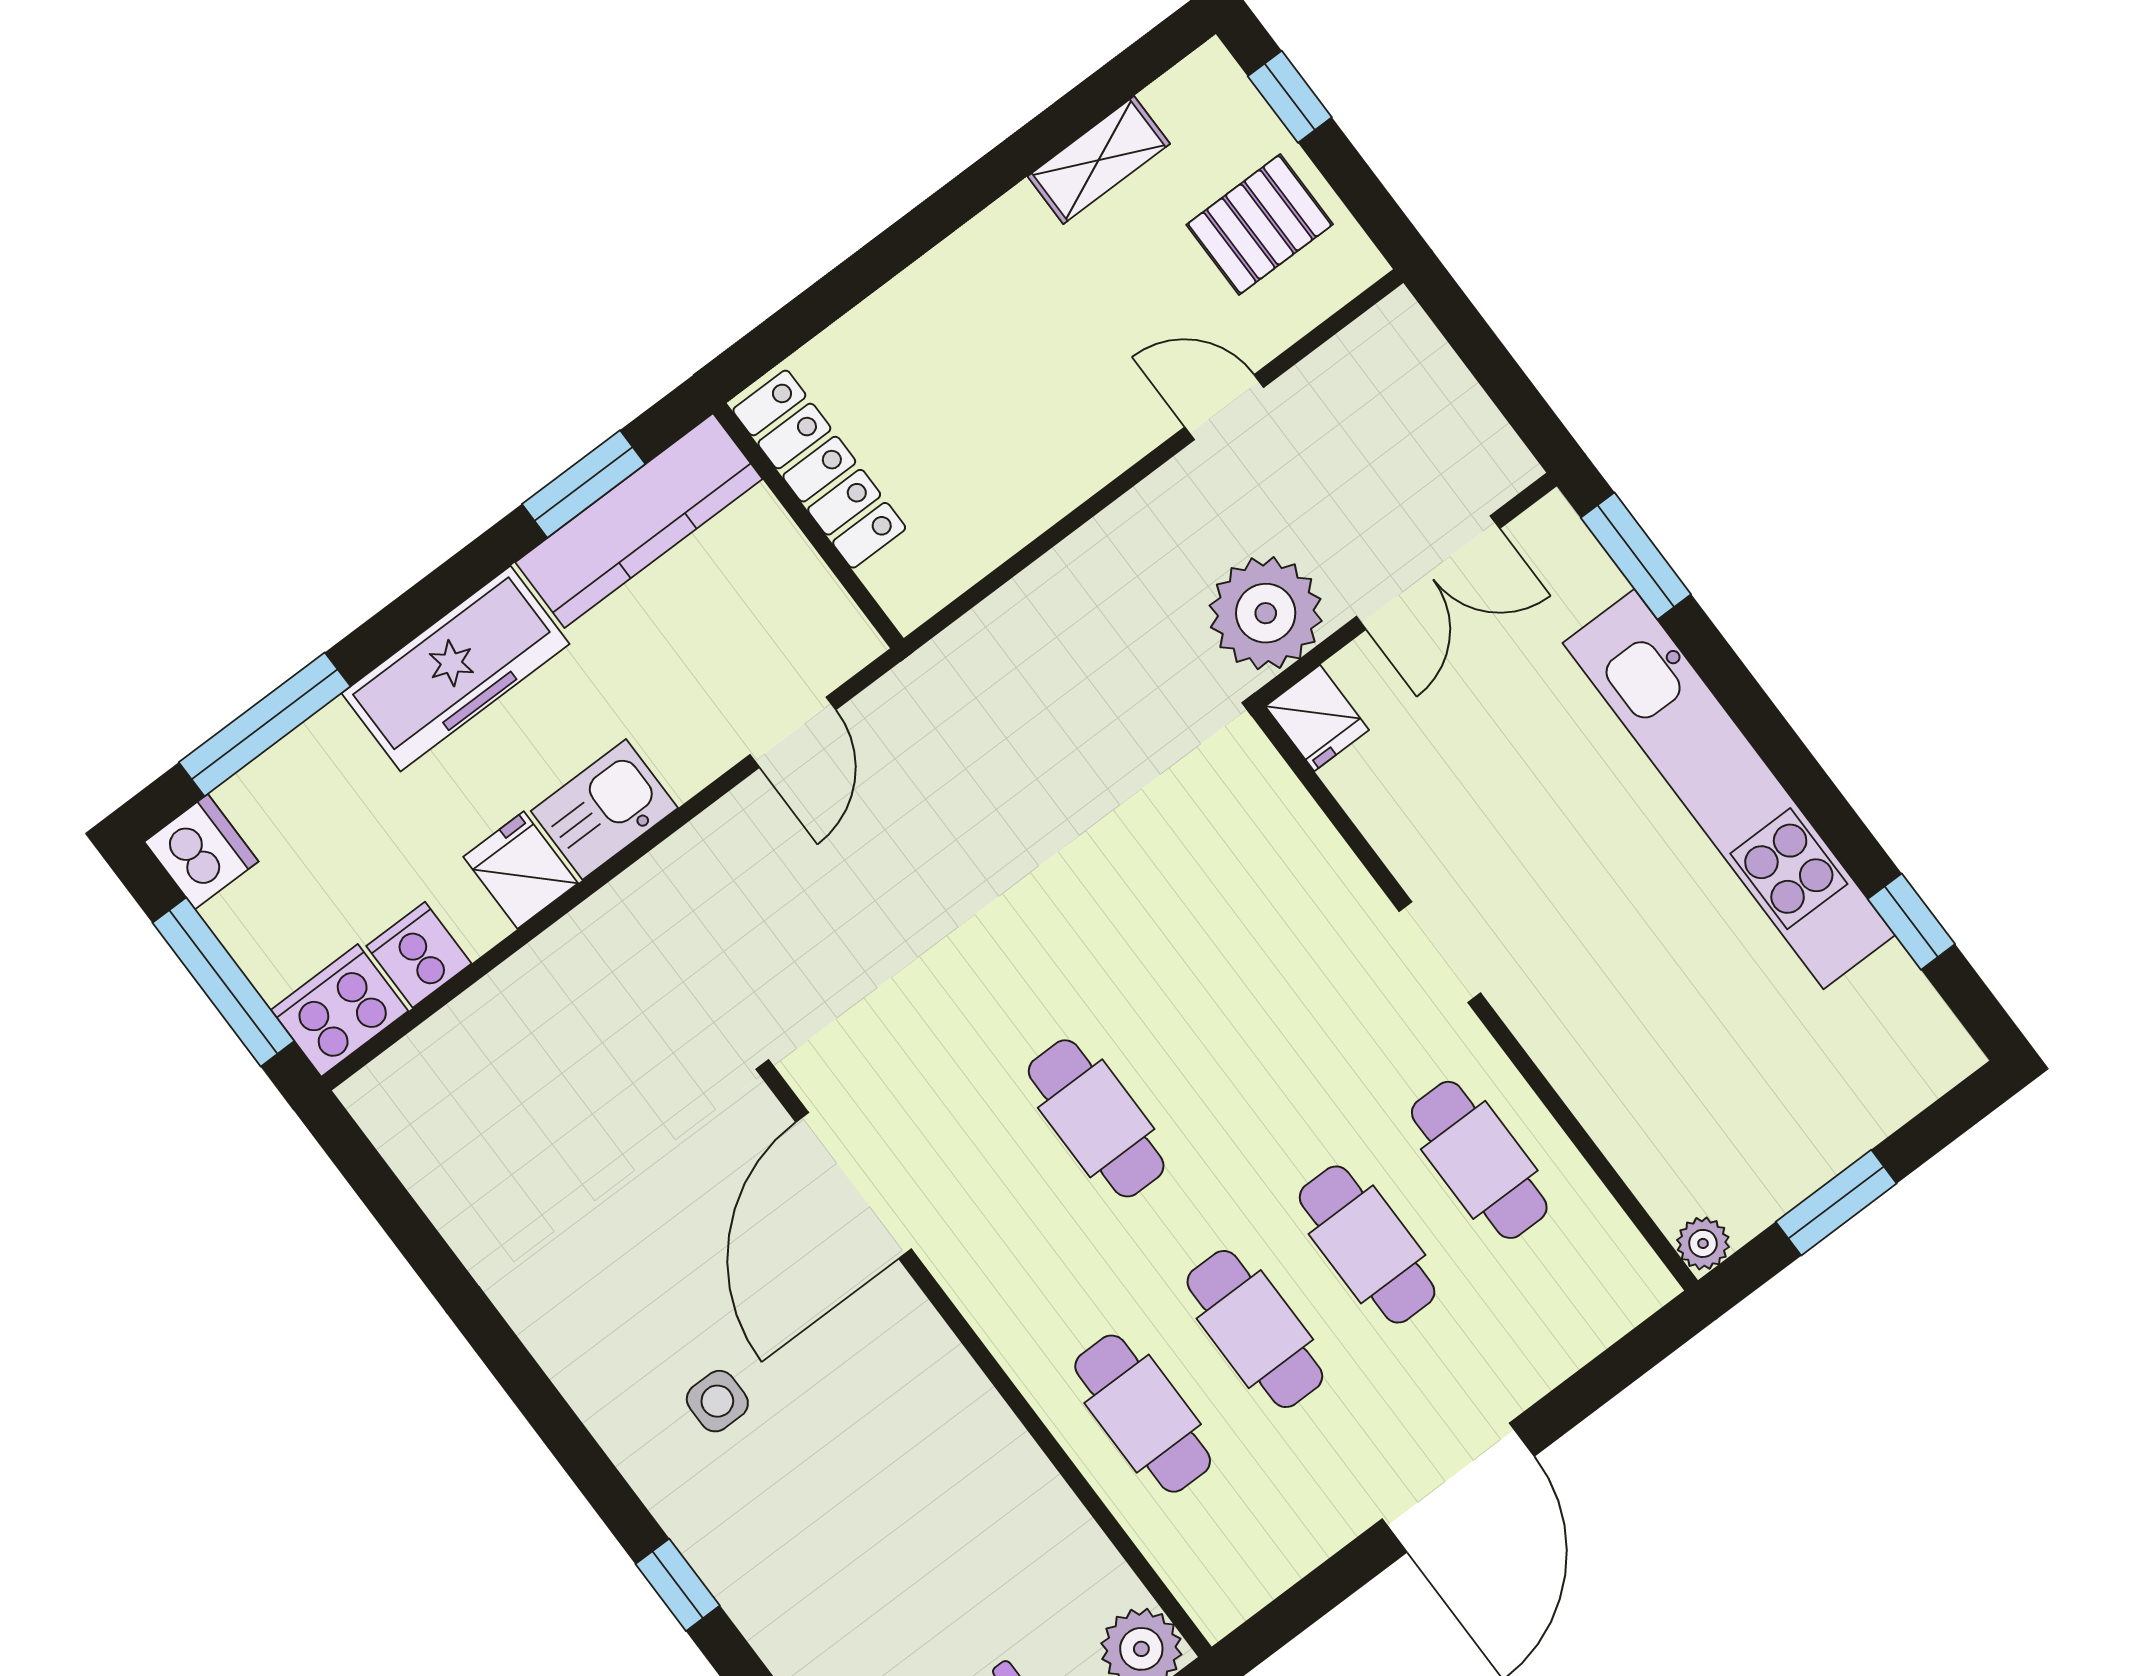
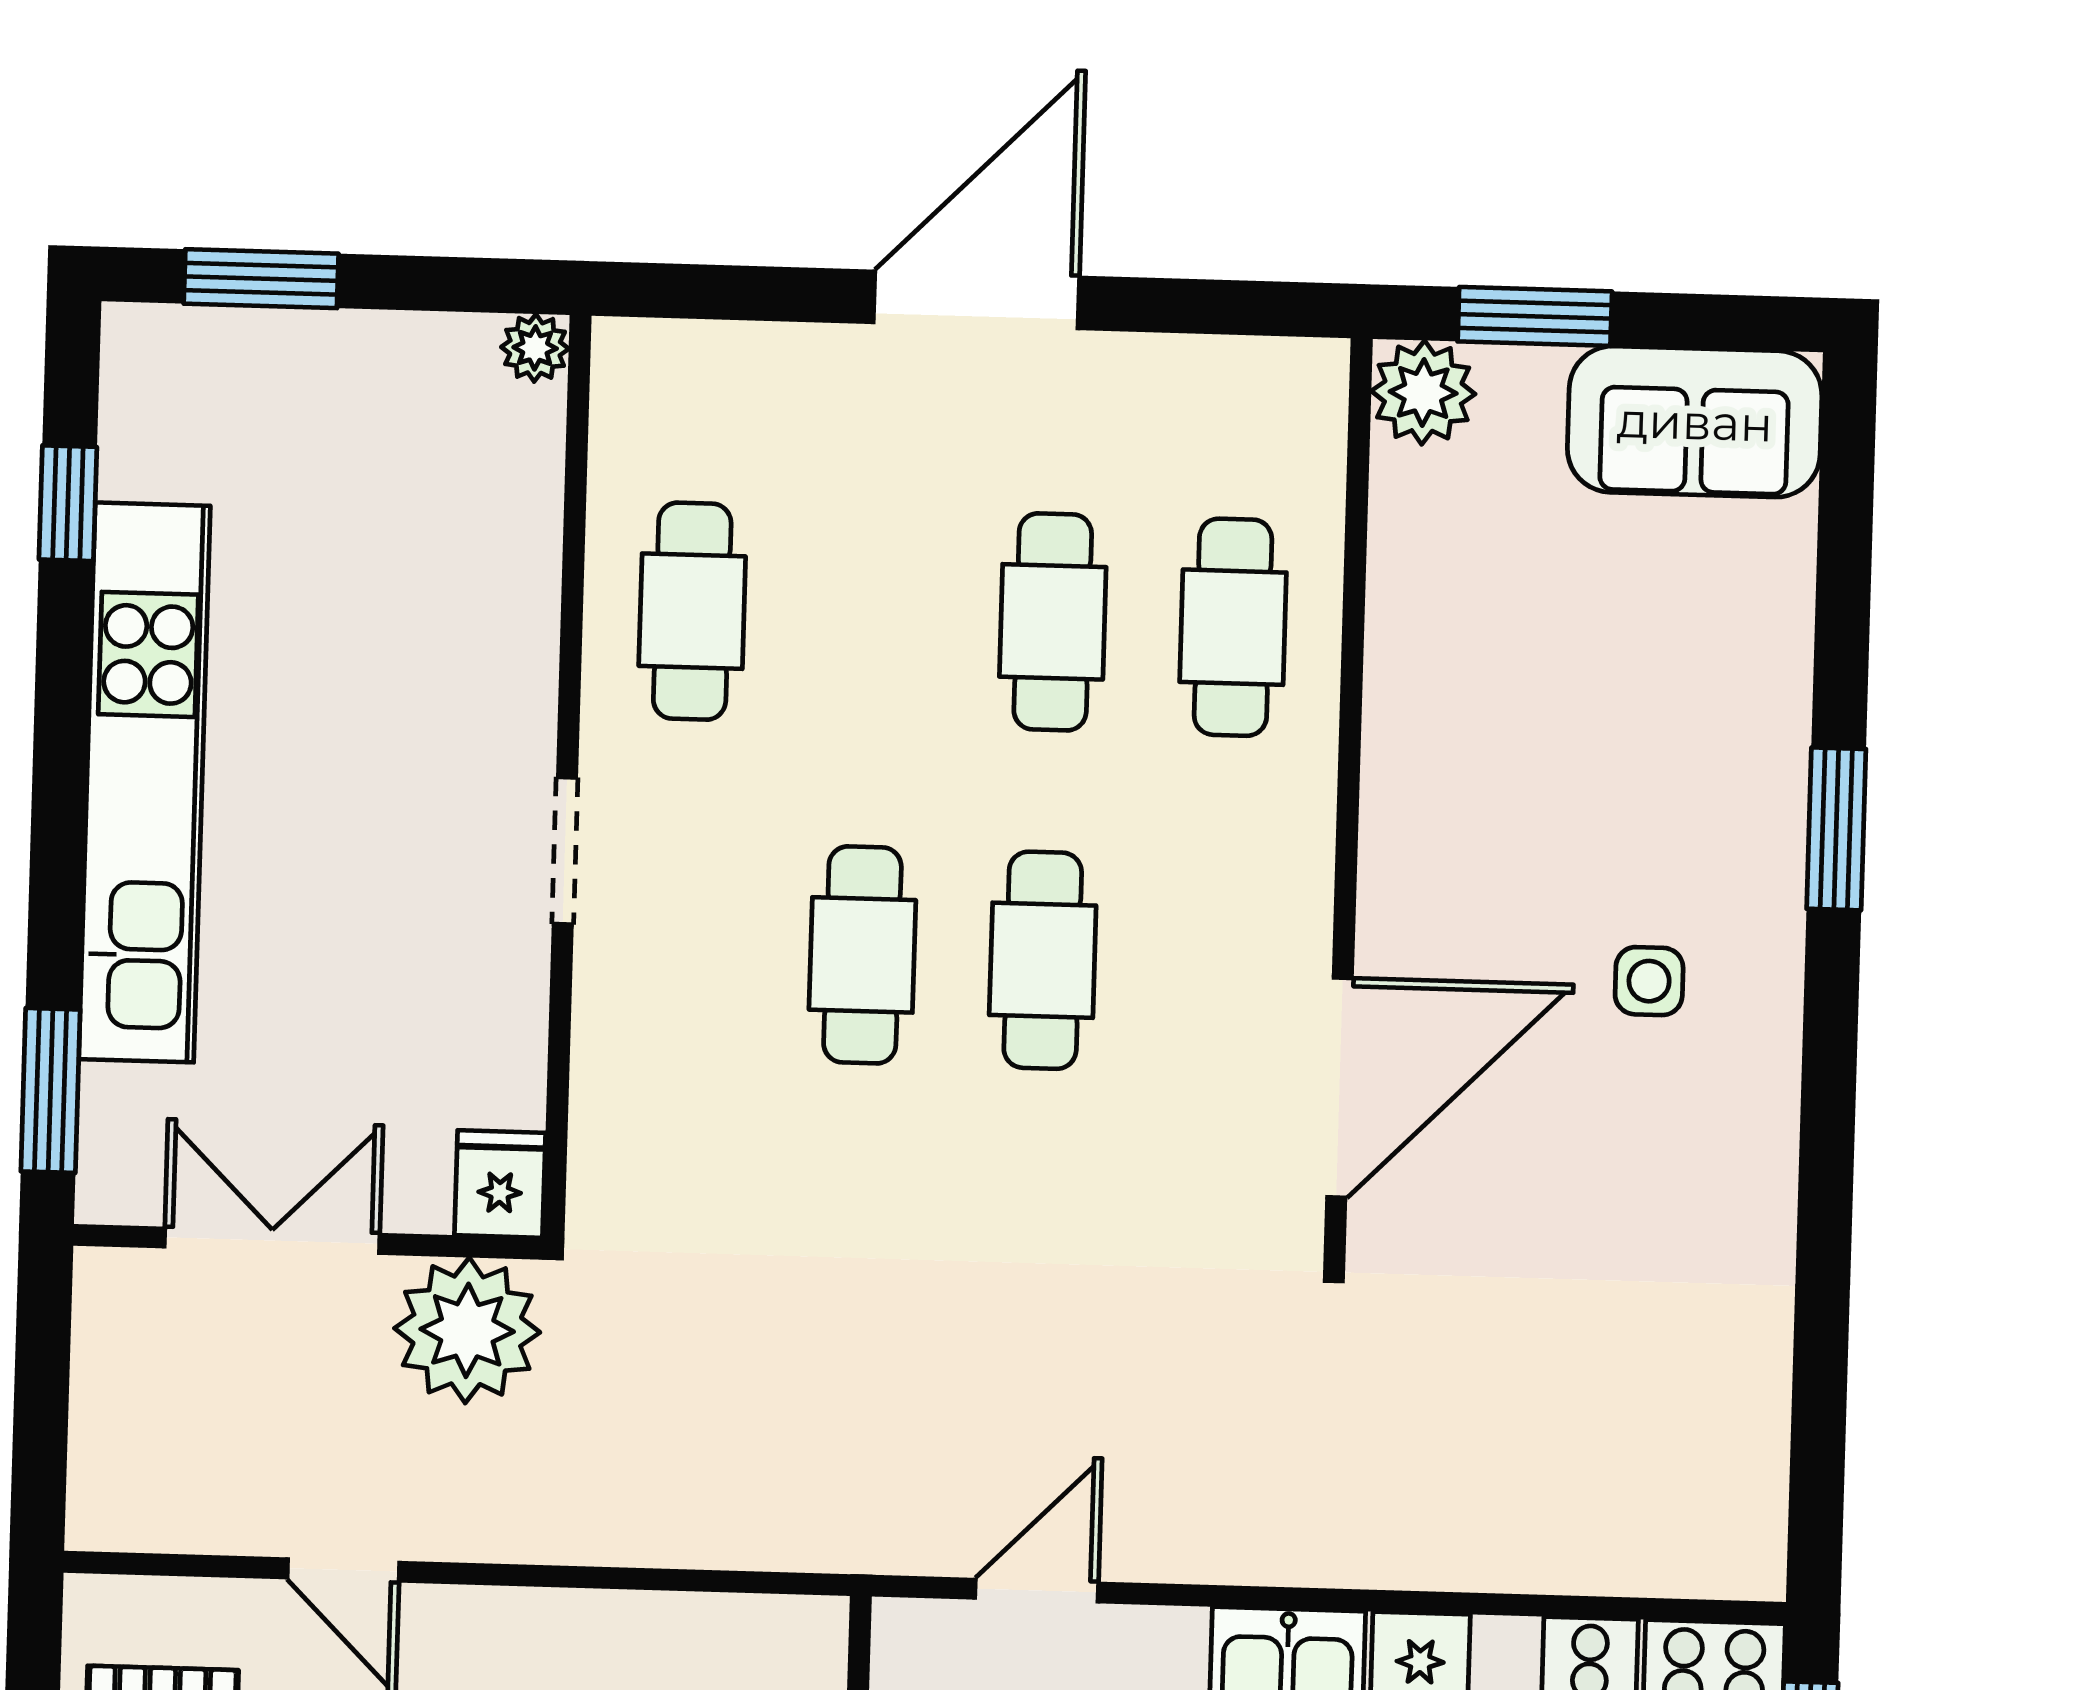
window: (1836, 1203) -> (261, 279), moved
cafe table: (1367, 1244) -> (862, 955), moved
window: (678, 1585) -> (1836, 829), width x1.50

